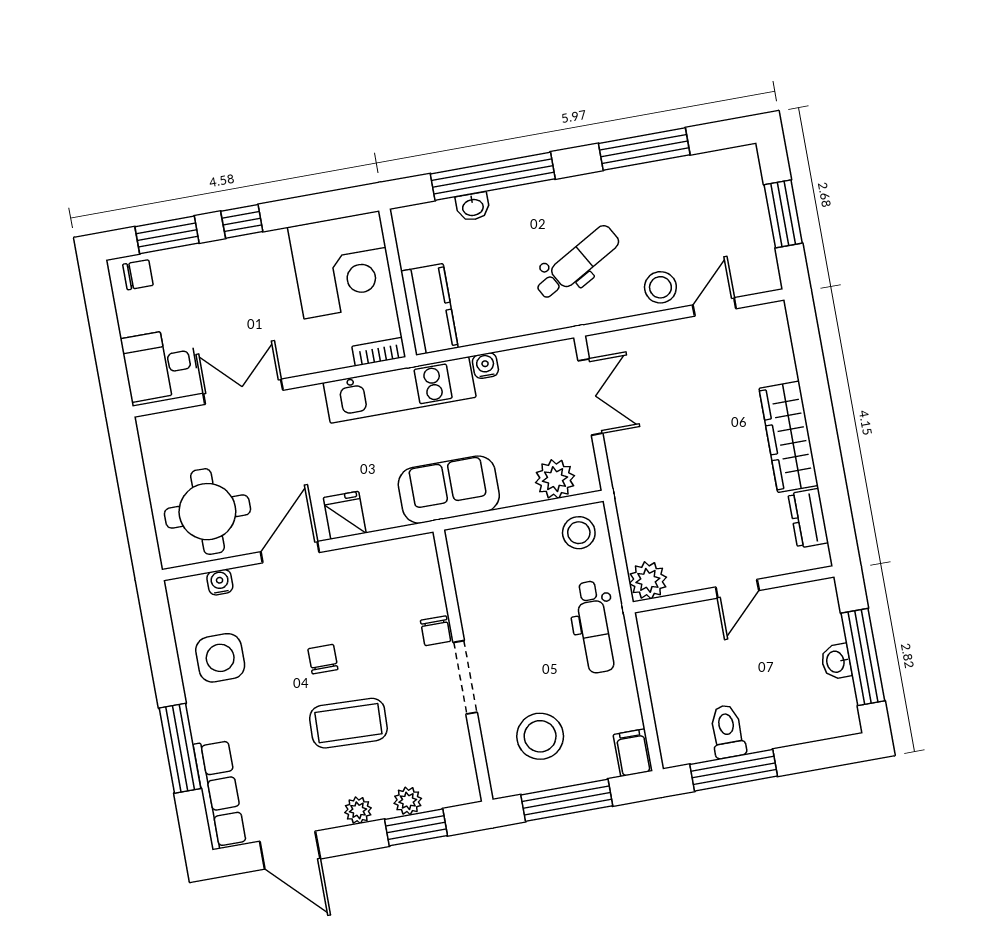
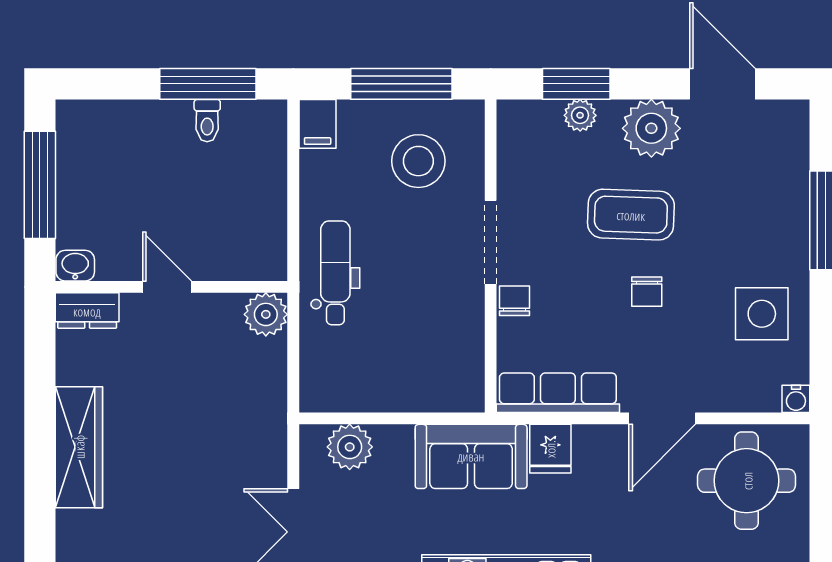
fridge: (345, 515) -> (550, 449), moved
dresser: (808, 518) -> (87, 311), moved, turned 90
stool: (579, 533) -> (334, 382), removed
water cooler: (220, 582) -> (796, 399), moved
door: (737, 589) -> (167, 287), hinge flipped
washbasin: (836, 662) -> (75, 266), moved, turned -90
toilet: (727, 731) -> (207, 121), width x0.73, depth x0.72
row of seats: (220, 794) -> (558, 393), moved, turned 90
plant: (358, 810) -> (651, 128), width x1.88, depth x1.88

